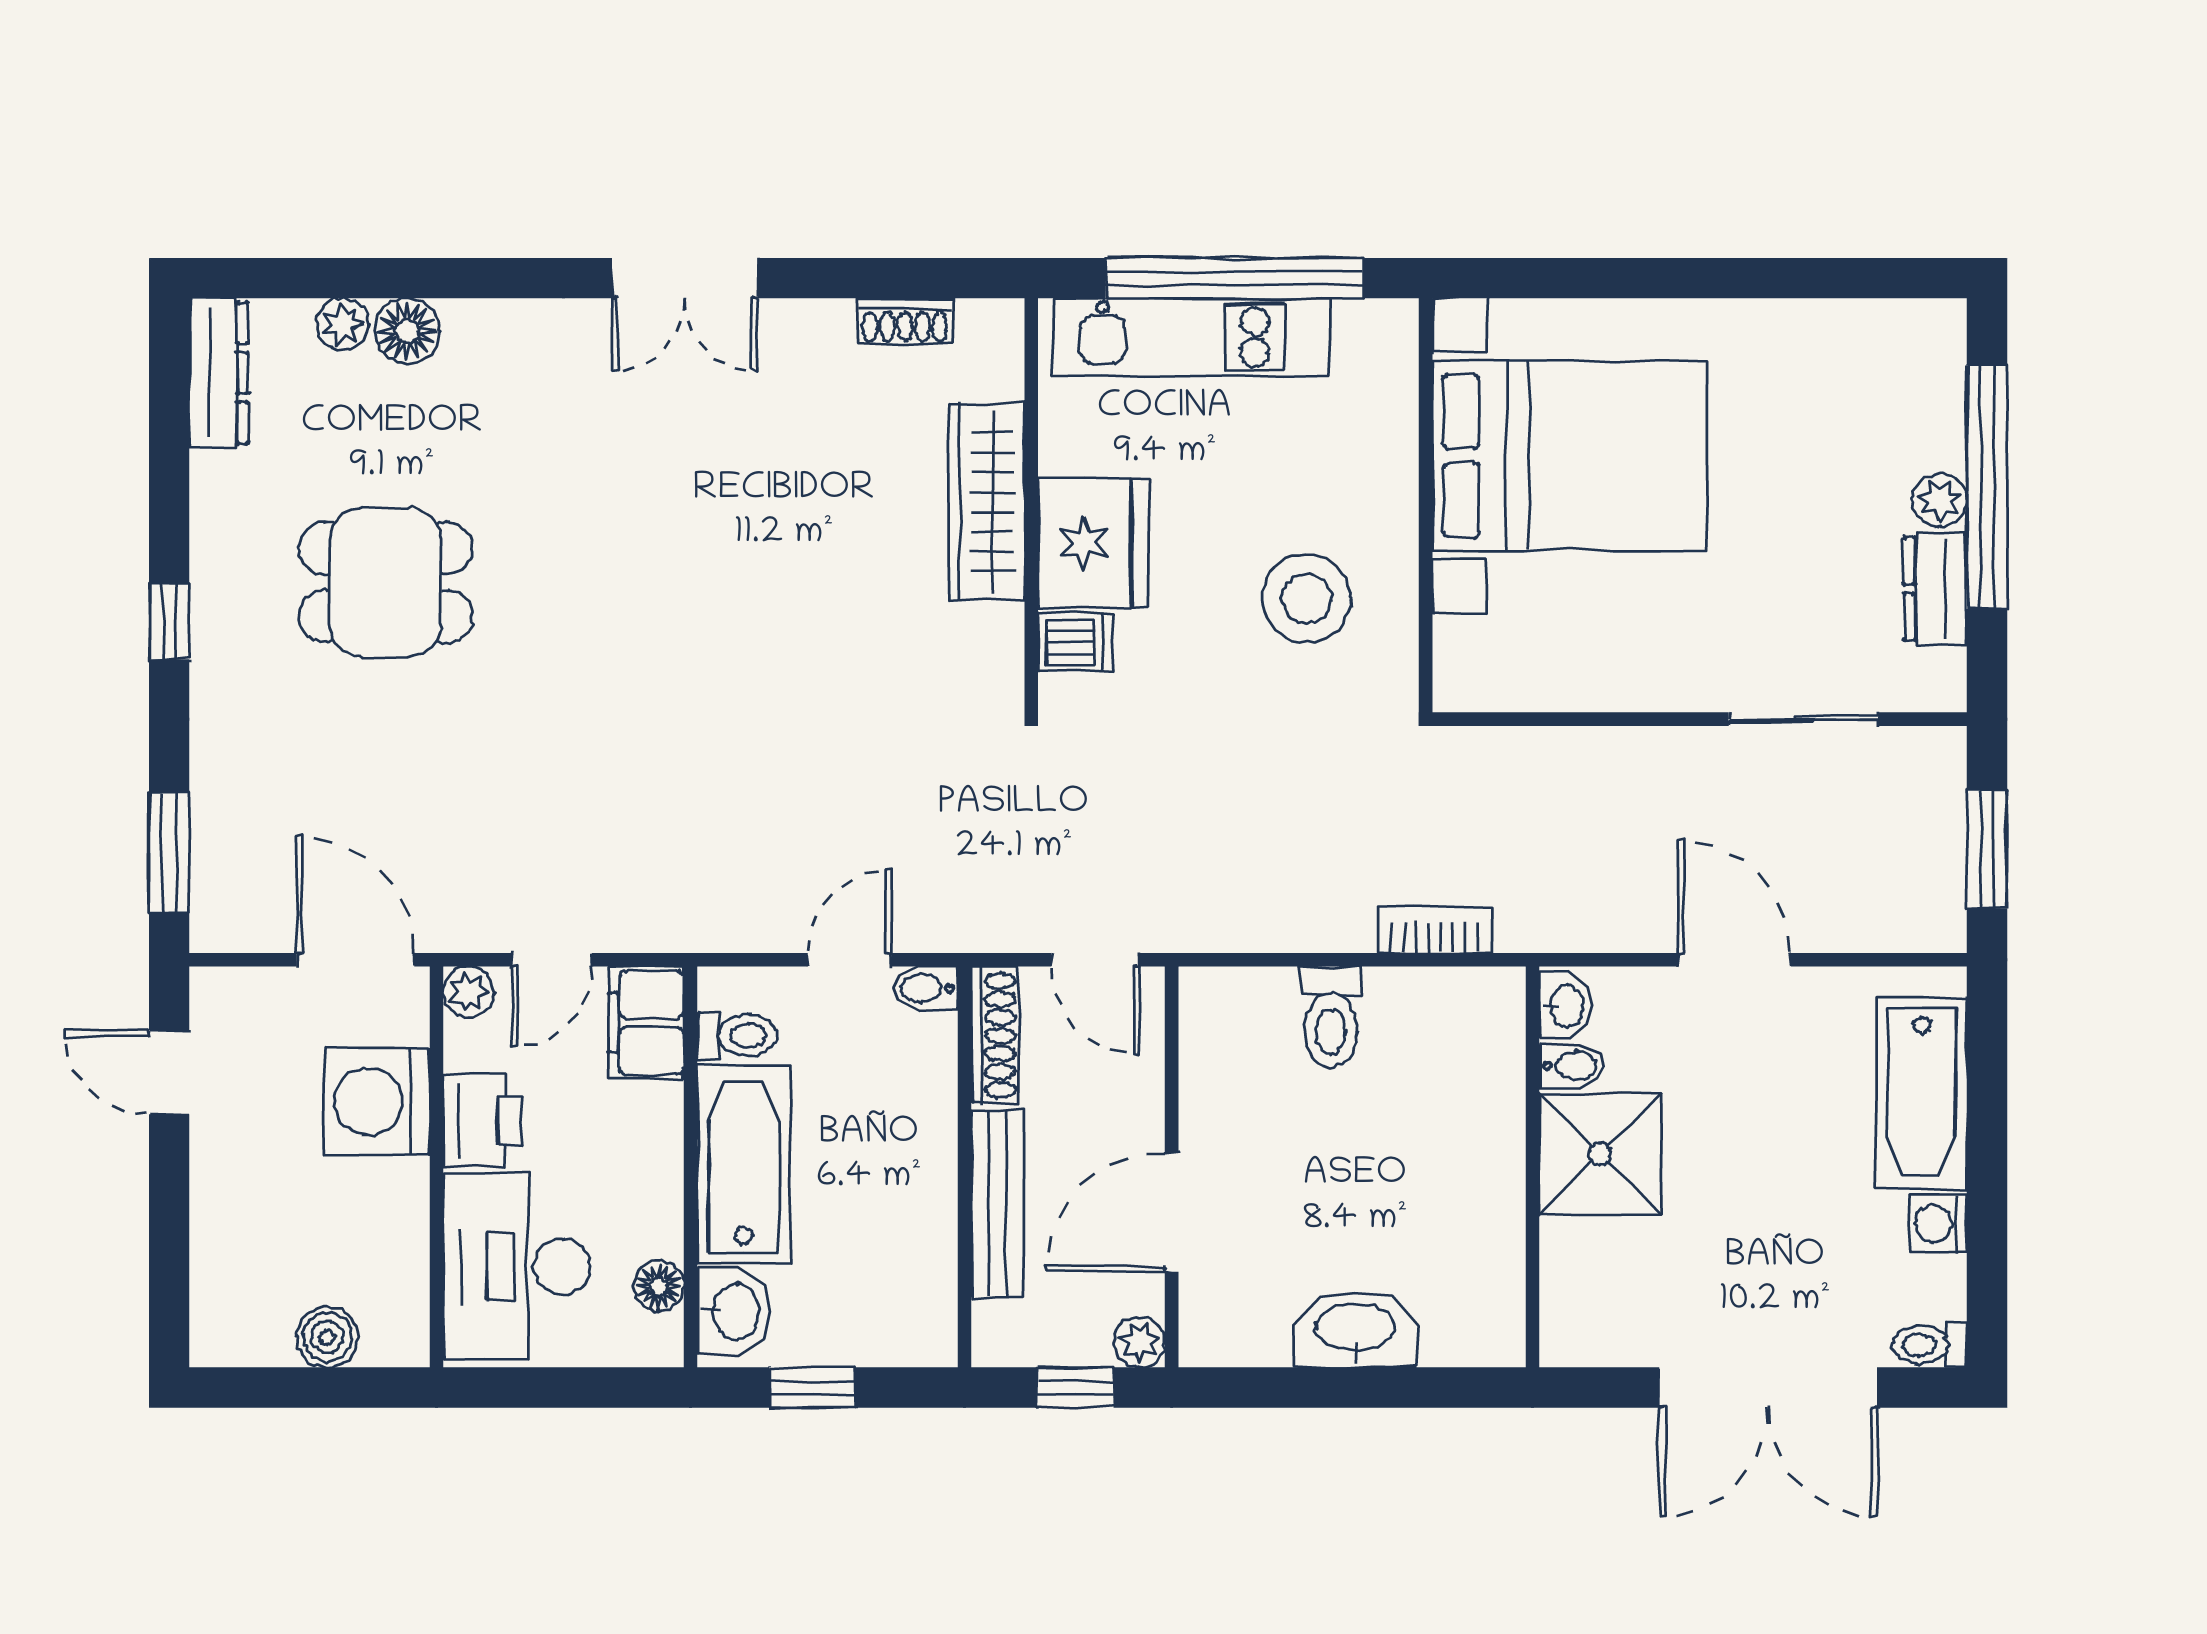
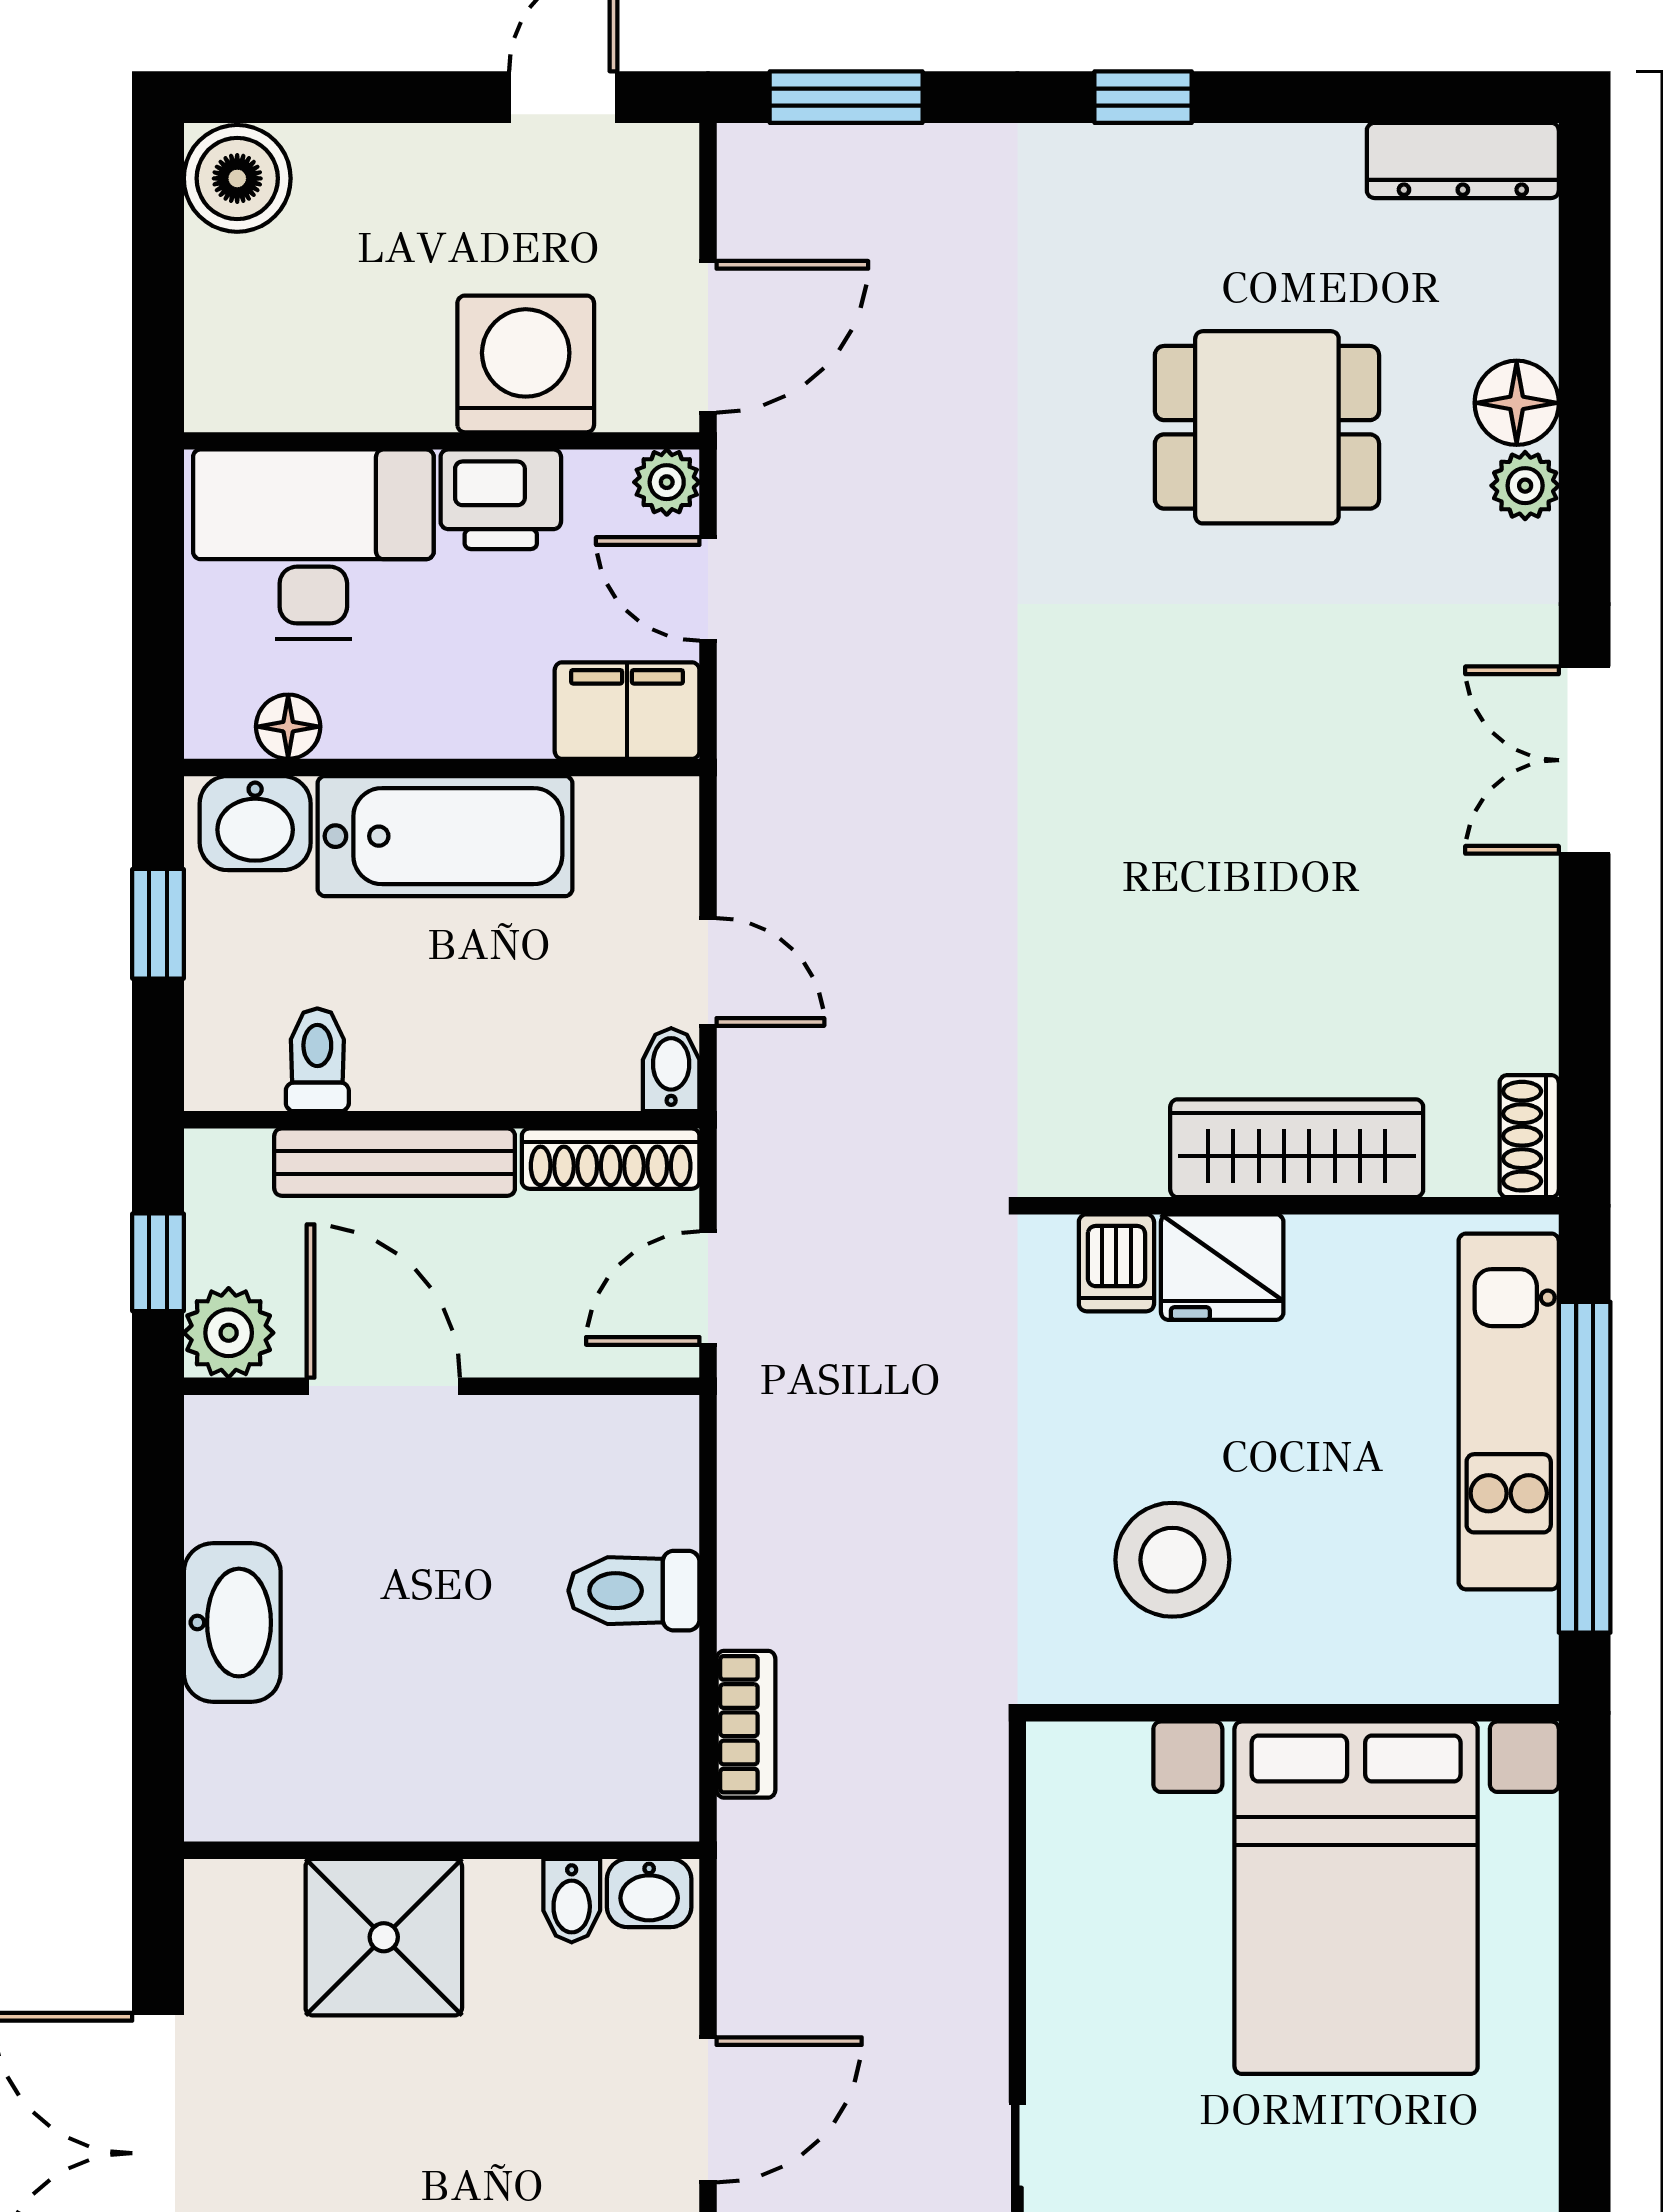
shoe rack: (905, 321) -> (1529, 1136), moved
plant: (343, 324) -> (1525, 486), moved
fridge: (1093, 543) -> (1222, 1267), width x0.73, depth x0.75
dining table: (386, 582) -> (1267, 427), moved, turned 90
toilet: (737, 1035) -> (317, 1060), moved, turned 180
shower: (1600, 1154) -> (384, 1937), moved
boiler: (327, 1337) -> (237, 178), moved, width x1.36, depth x1.36
plant: (1140, 1342) -> (229, 1333), width x1.38, depth x1.38

